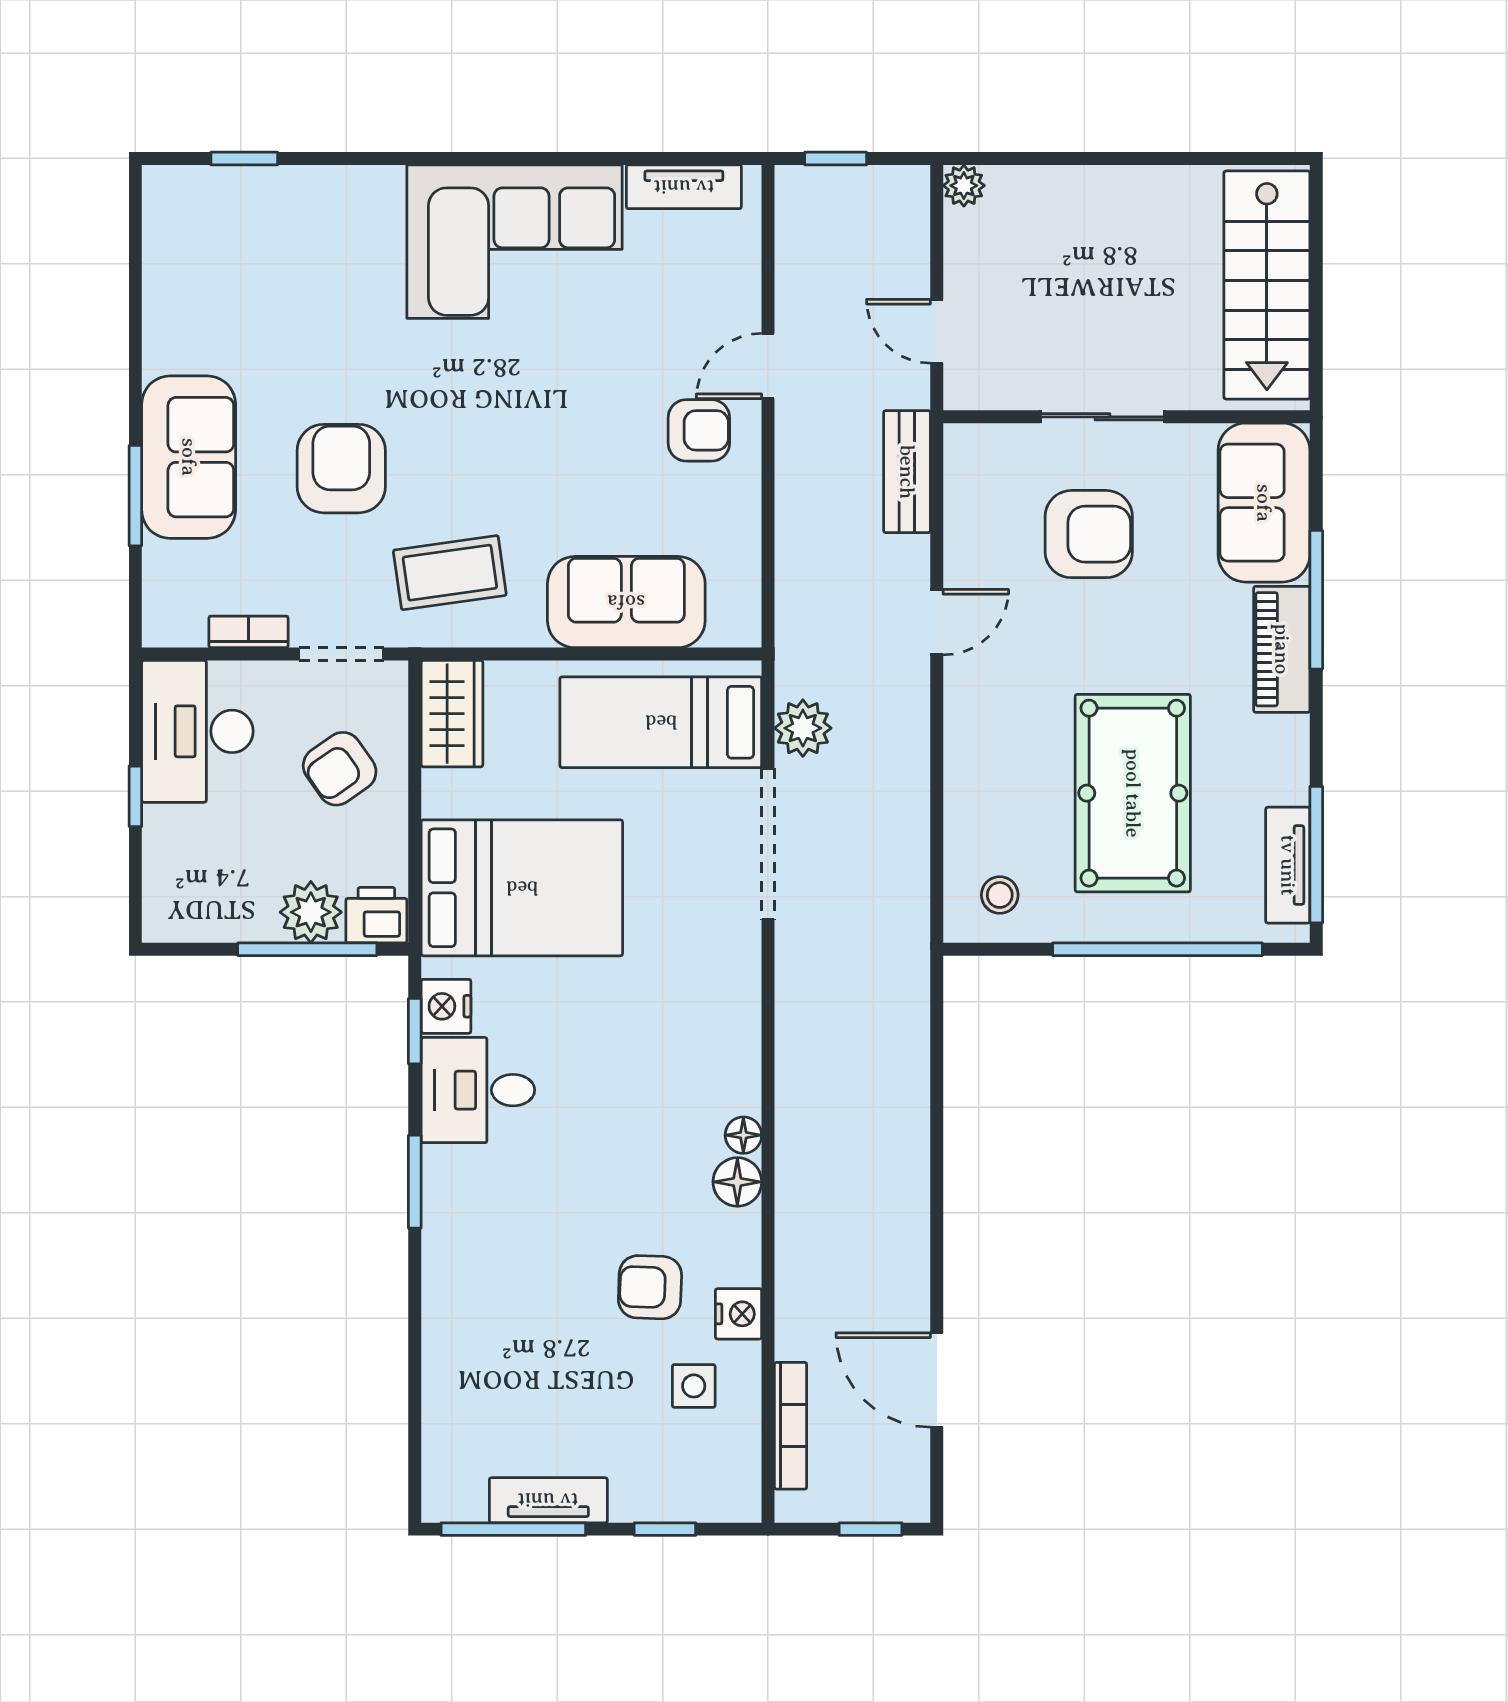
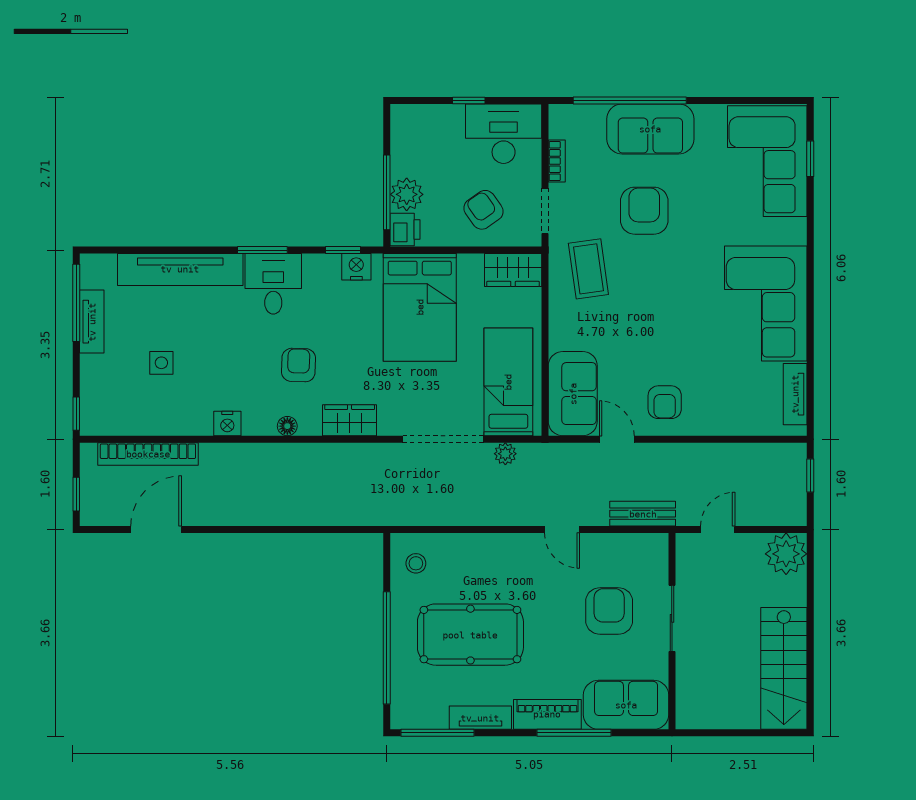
plant: (964, 186) -> (786, 554), width x1.87, depth x1.87
corner sofa: (249, 239) -> (767, 161), added
stairs: (1267, 285) -> (784, 668), moved, turned -90
door: (768, 366) -> (617, 439), moved
armchair: (341, 469) -> (644, 211), turned -90
window: (135, 496) -> (630, 100), width x2.11
armchair: (1089, 534) -> (609, 611), turned 180
sofa: (626, 602) -> (573, 394), moved
plant: (803, 728) -> (505, 454), width x0.73, depth x0.73
tv unit: (1288, 865) -> (480, 718), moved
wardrobe: (733, 1019) -> (350, 420), added
desk: (478, 1090) -> (273, 284), moved
floor lamp: (737, 1182) -> (262, 423), removed
armchair: (650, 1287) -> (299, 365), moved
nightstand: (739, 1314) -> (227, 423), moved
tv unit: (451, 1335) -> (180, 269), added
side table: (694, 1386) -> (161, 363), moved
bookcase: (791, 1426) -> (148, 454), width x1.48, depth x1.31
window: (665, 1529) -> (76, 414), moved

